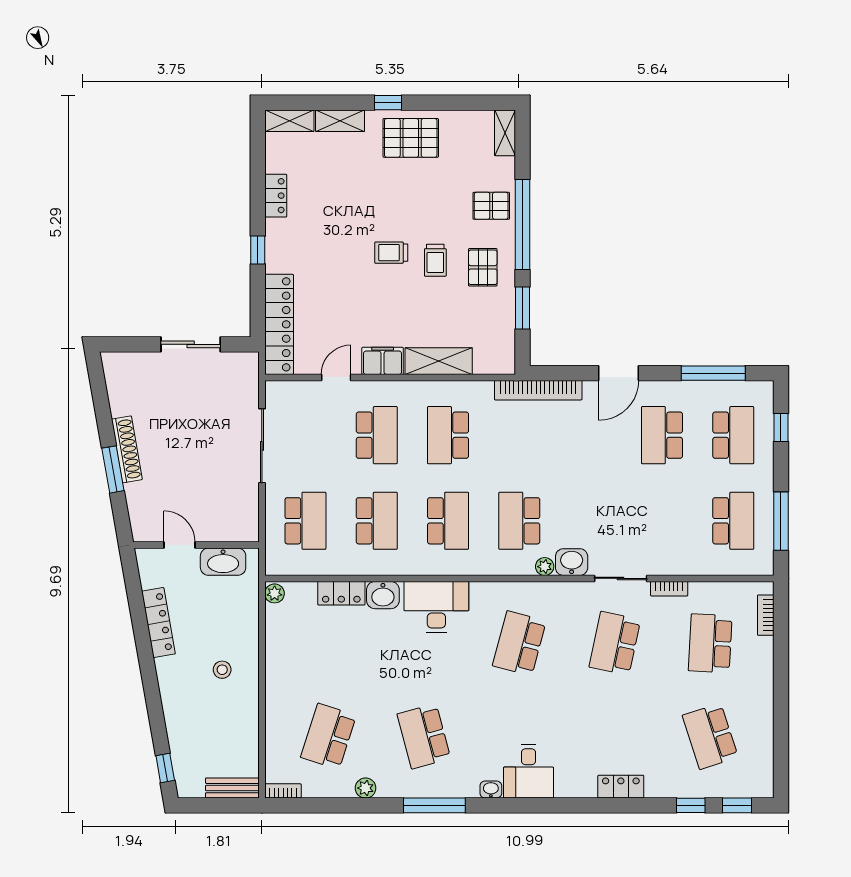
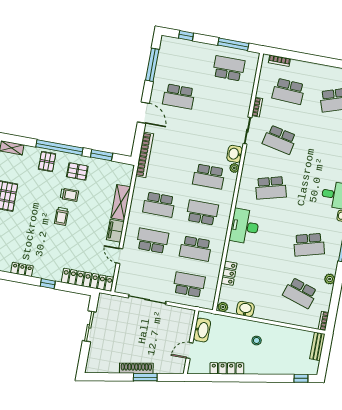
school desk: (733, 435) -> (185, 60), removed
school desk: (377, 521) -> (196, 249), turned 180
washbasin: (383, 595) -> (245, 309), moved, turned -90
school desk: (519, 643) -> (271, 188), turned -30

